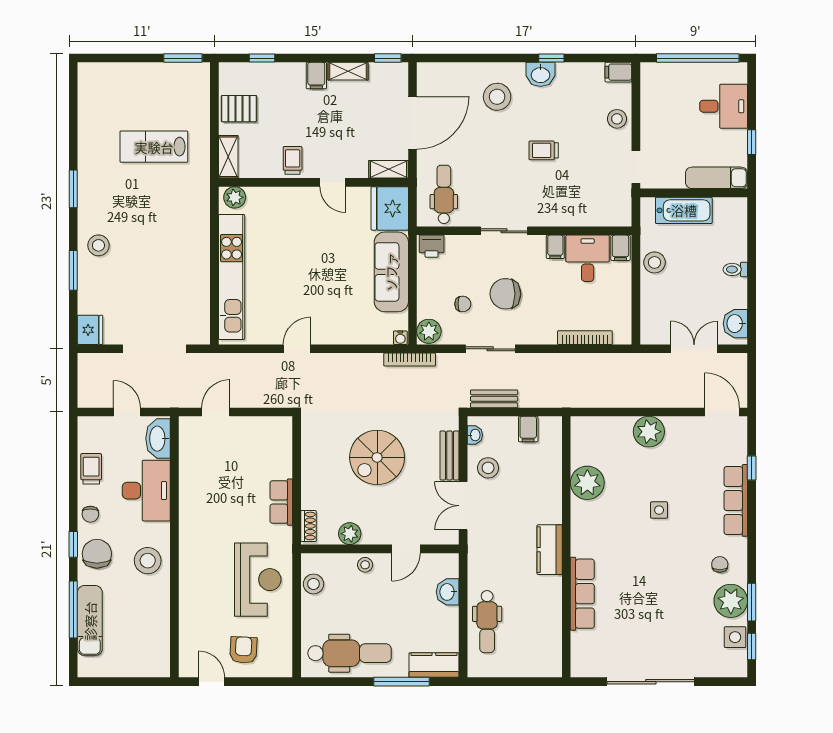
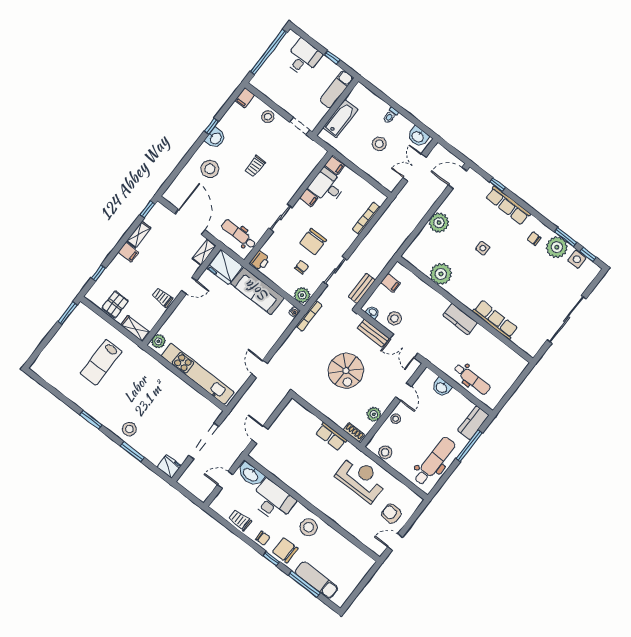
stool: (655, 262) -> (379, 144), moved

